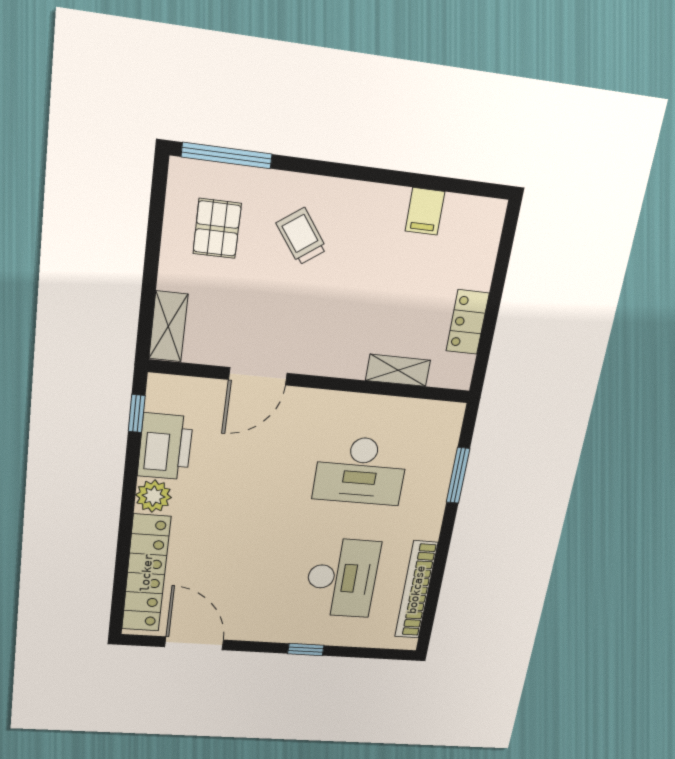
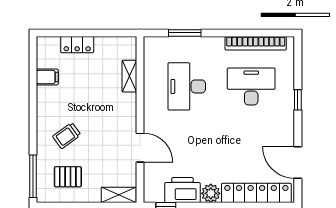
locker: (468, 322) -> (77, 45), moved
desk: (361, 471) -> (187, 86), turned 180
door: (194, 643) -> (298, 163), hinge flipped

